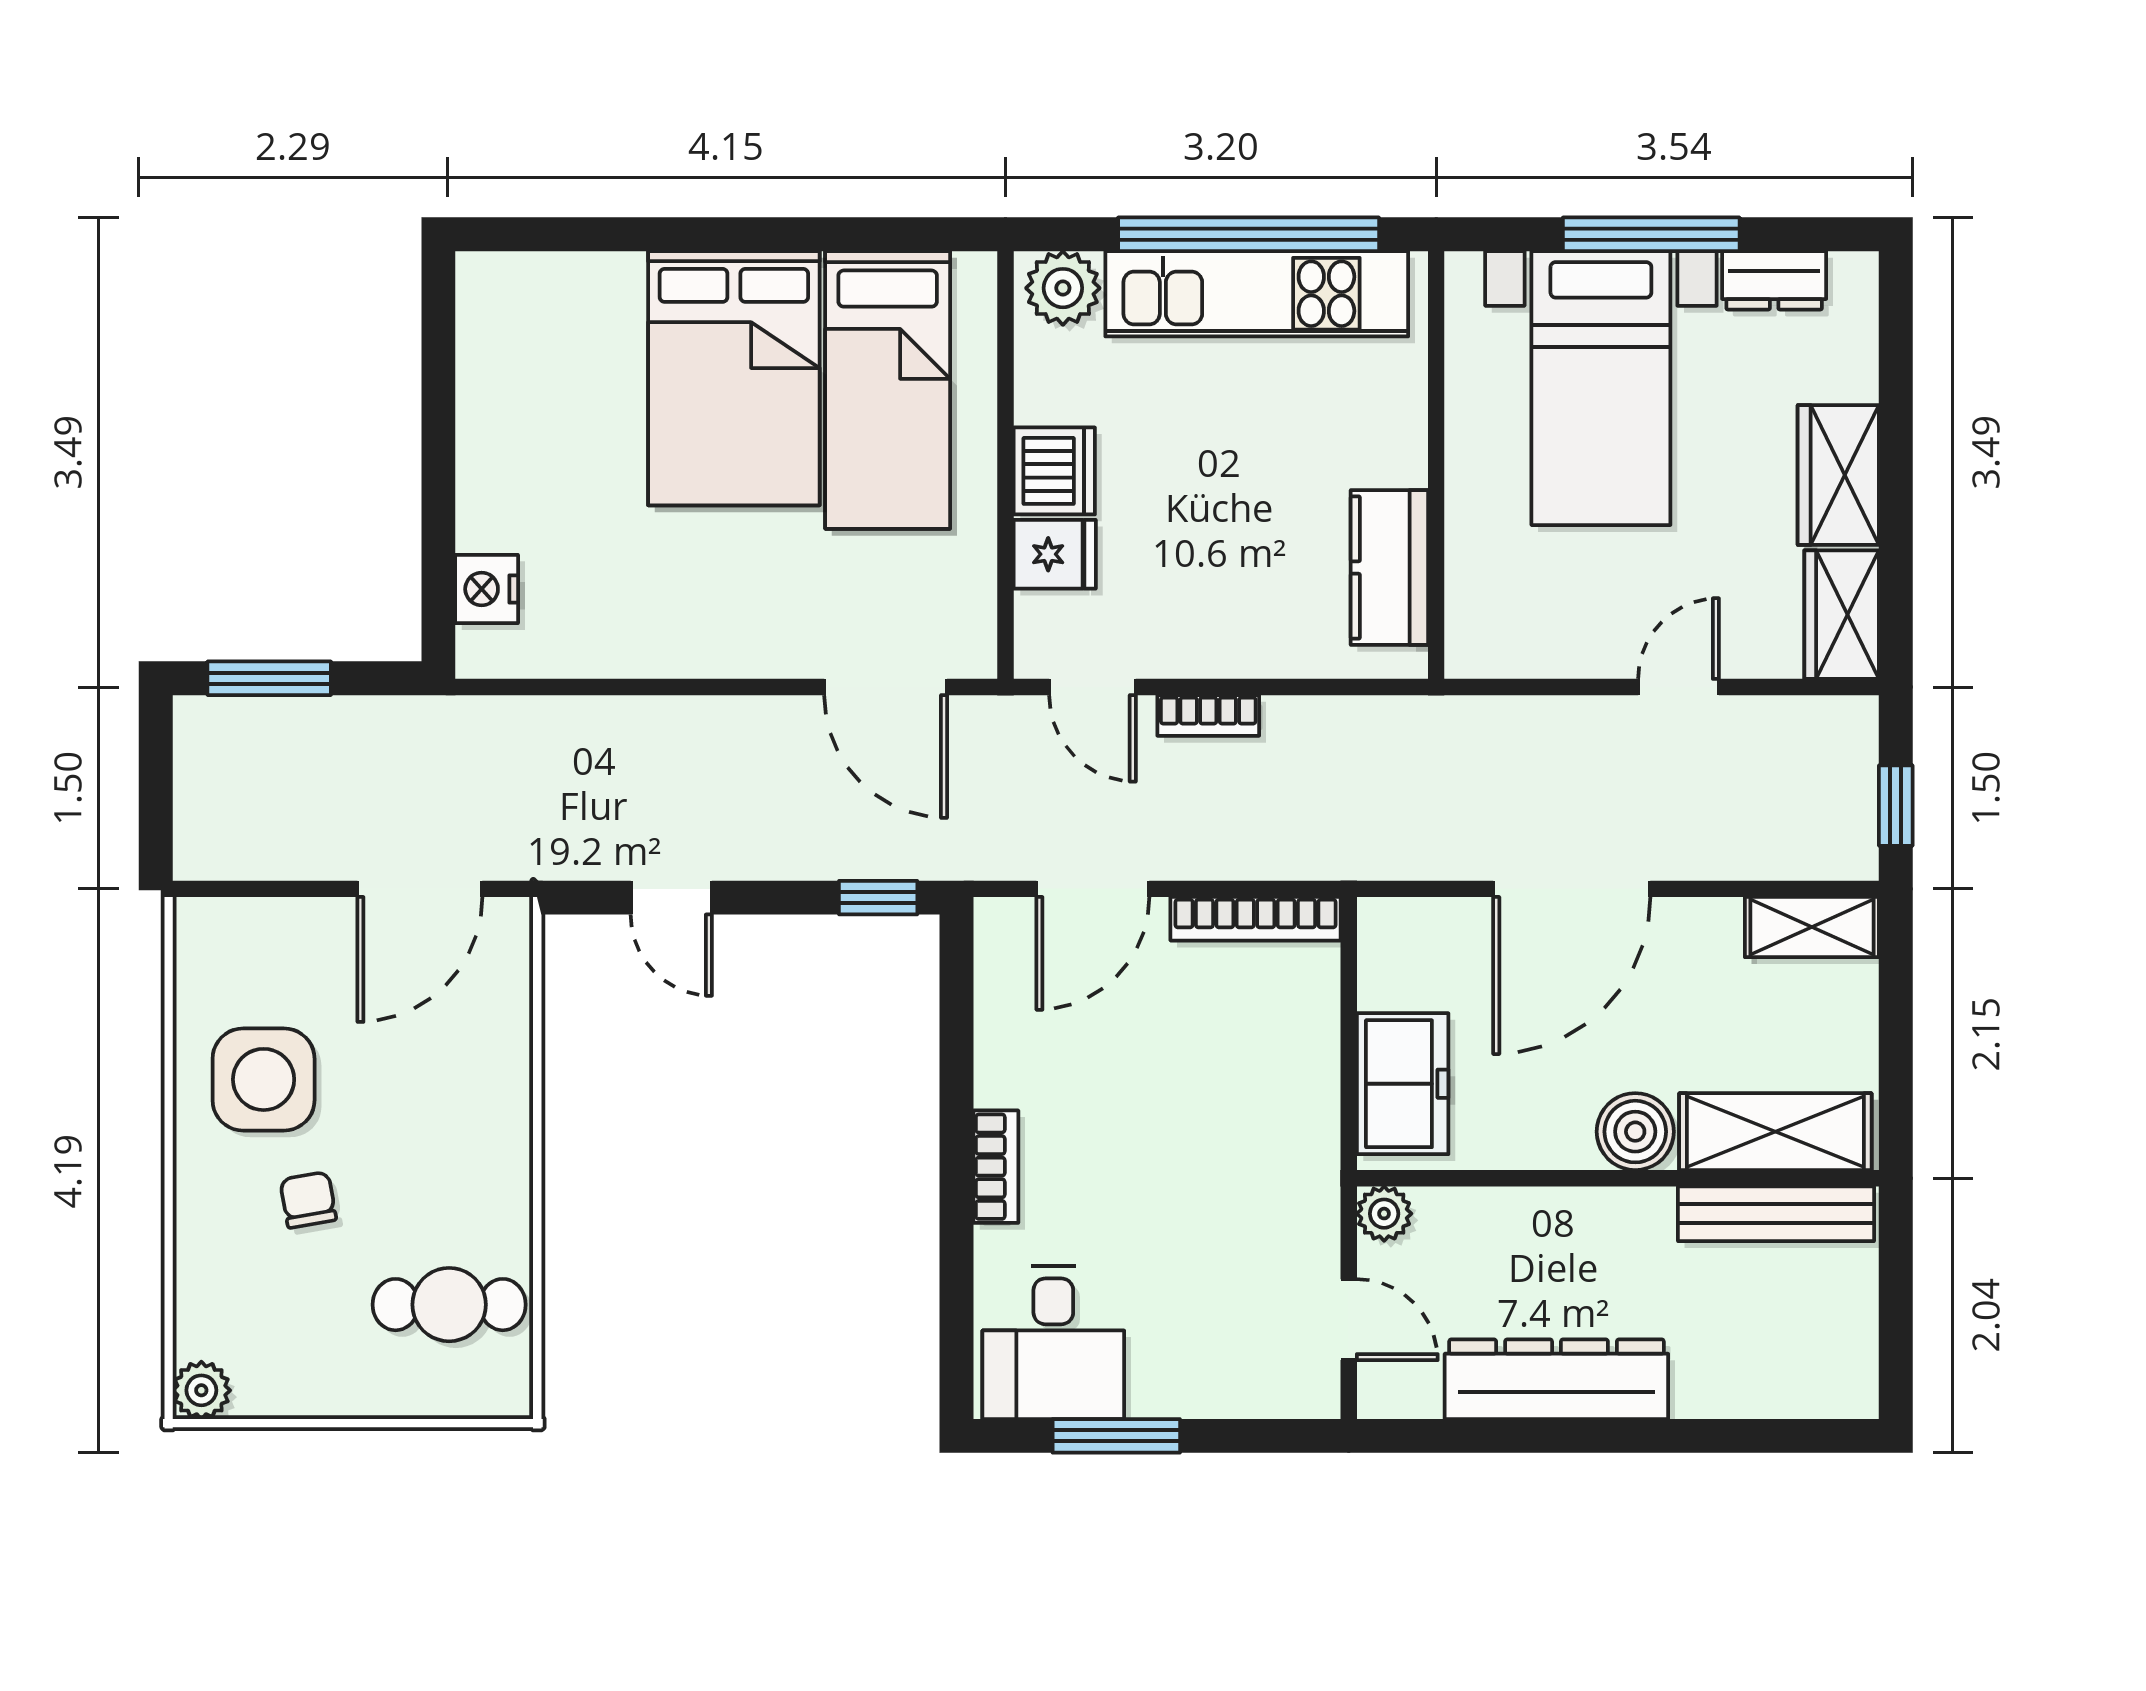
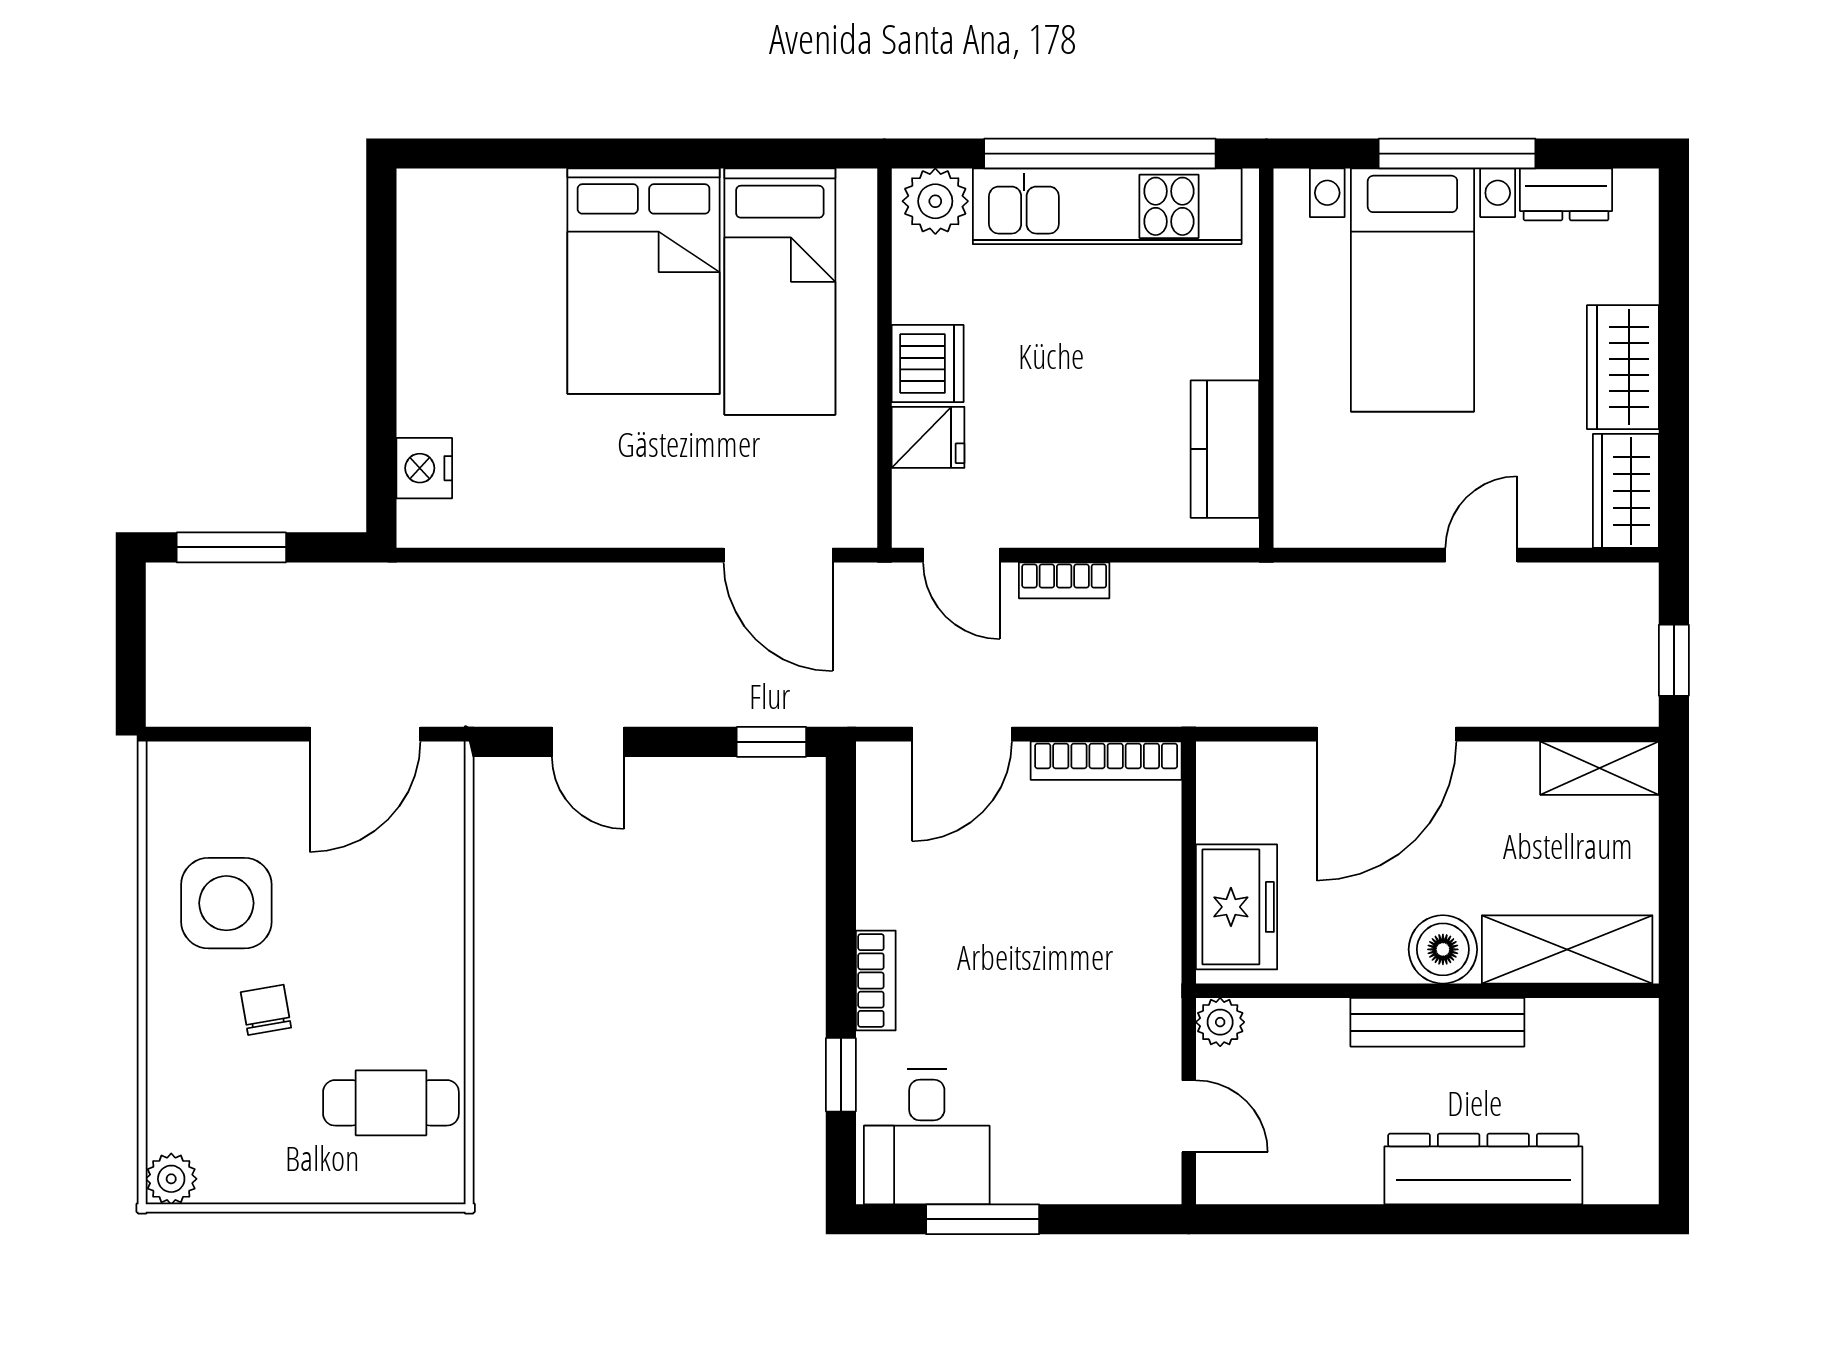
bench: (1776, 1214) -> (1437, 1022), moved
window: (956, 1273) -> (841, 1075), added
dresser: (1556, 1379) -> (1483, 1169), moved

